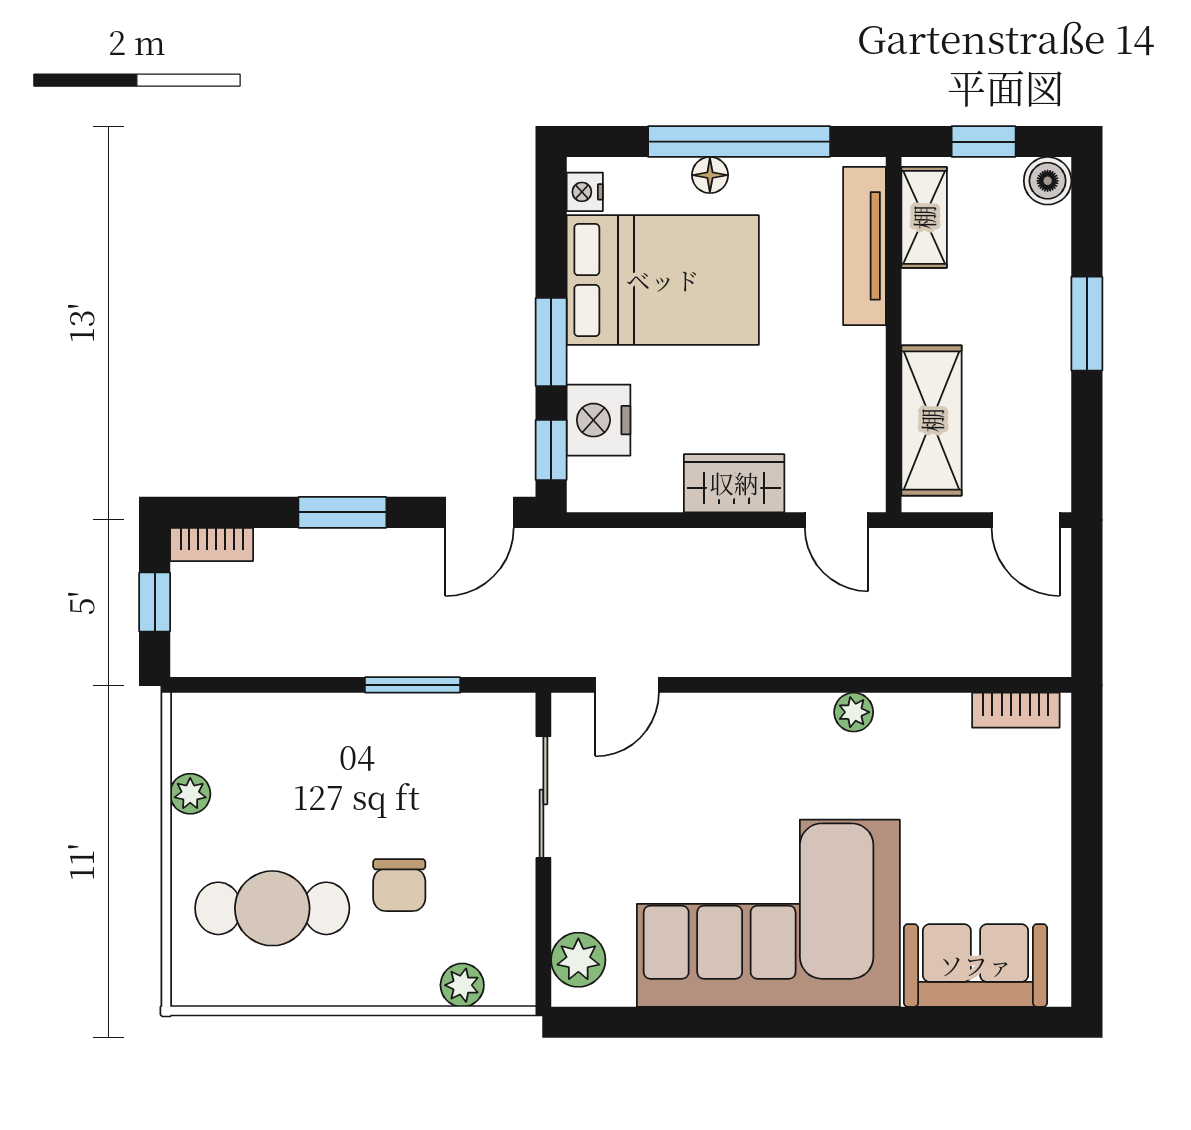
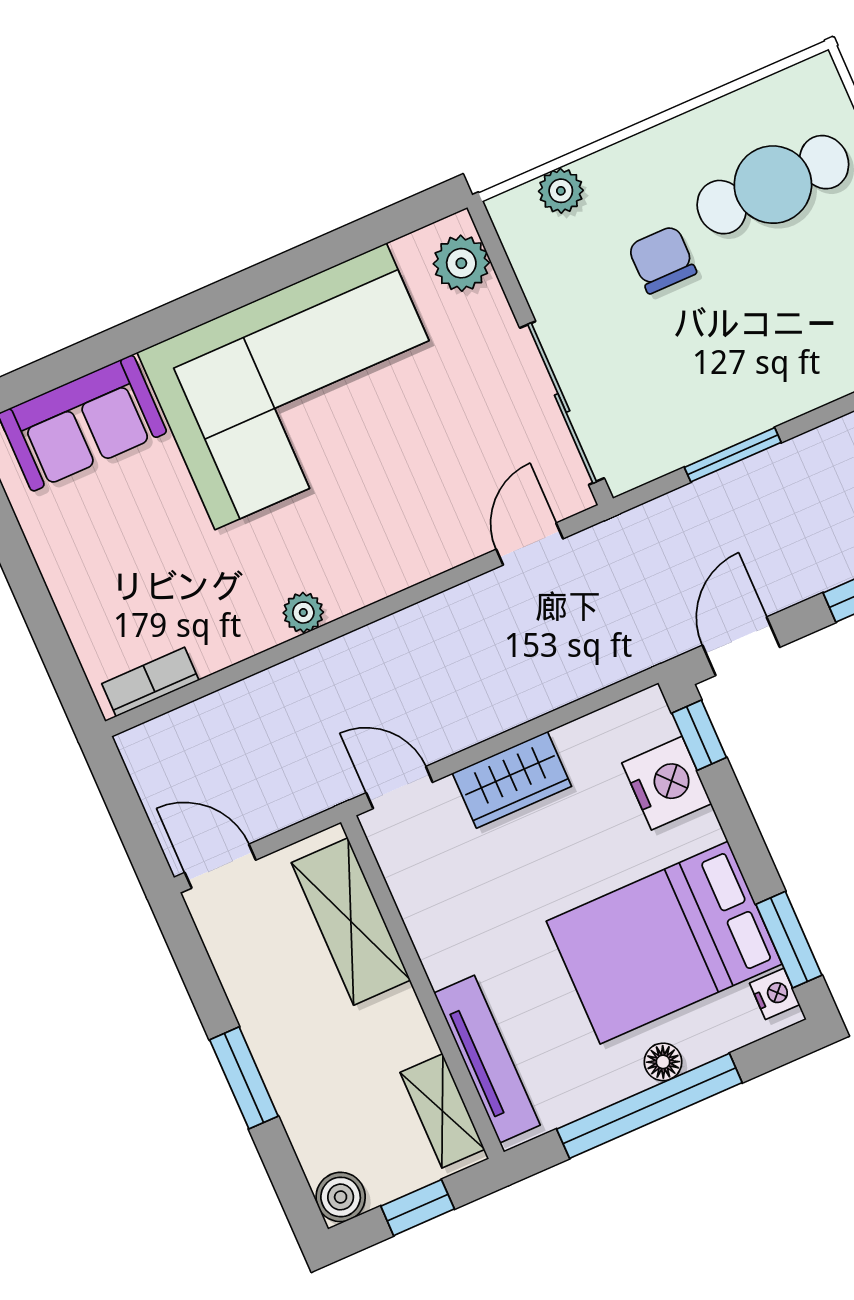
window: (551, 342) -> (789, 940), moved
sliding door: (543, 797) -> (562, 403), width x1.37

